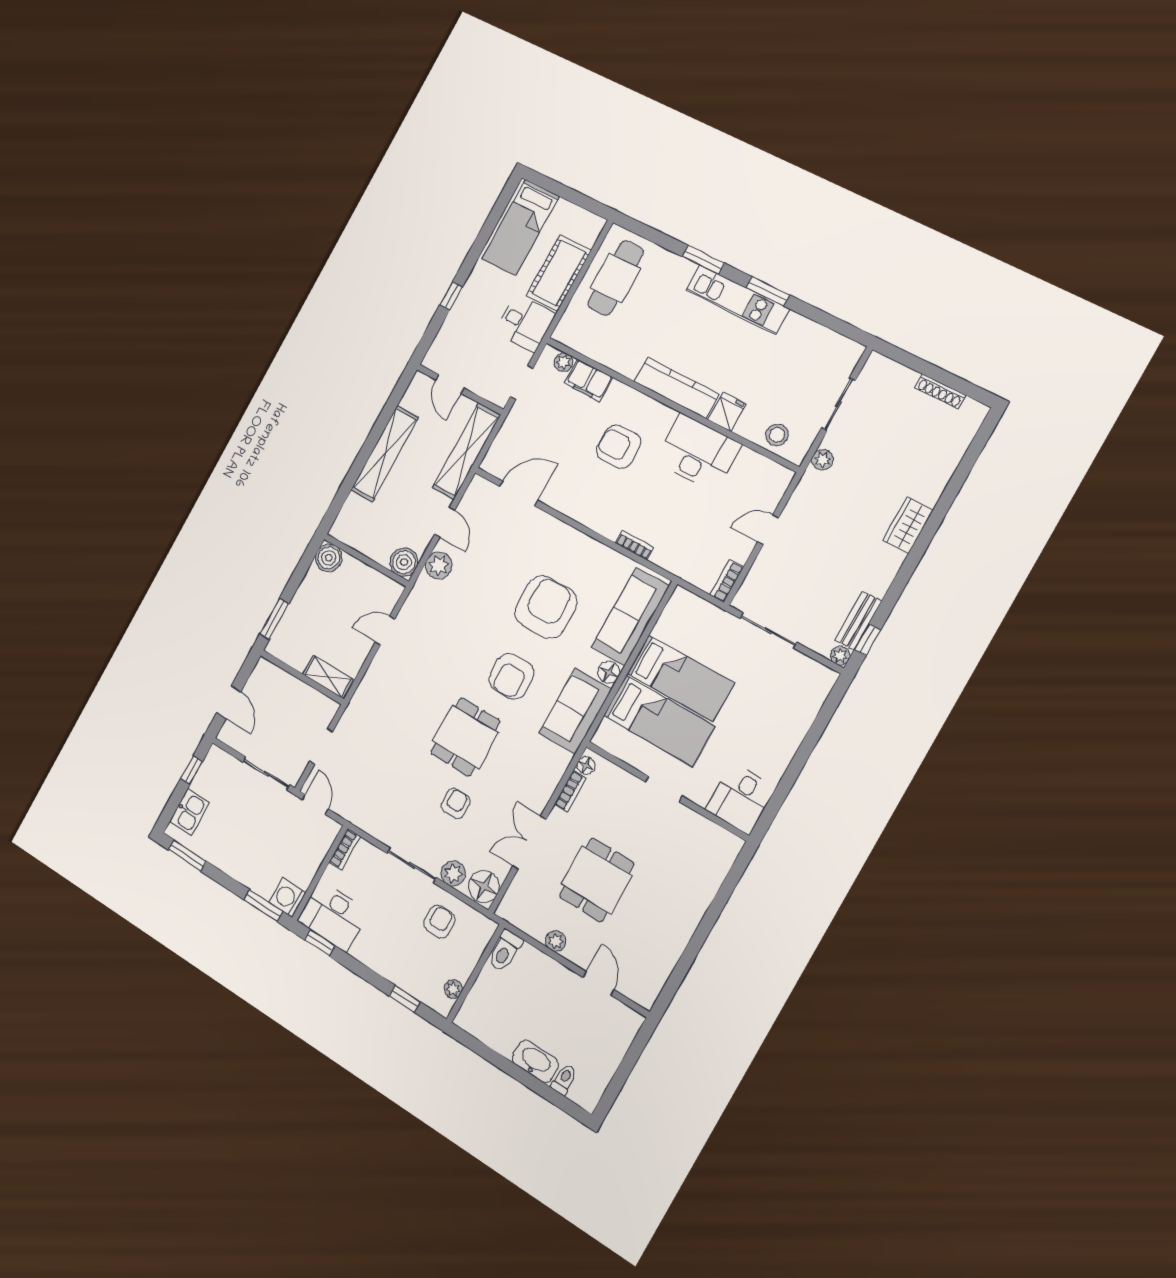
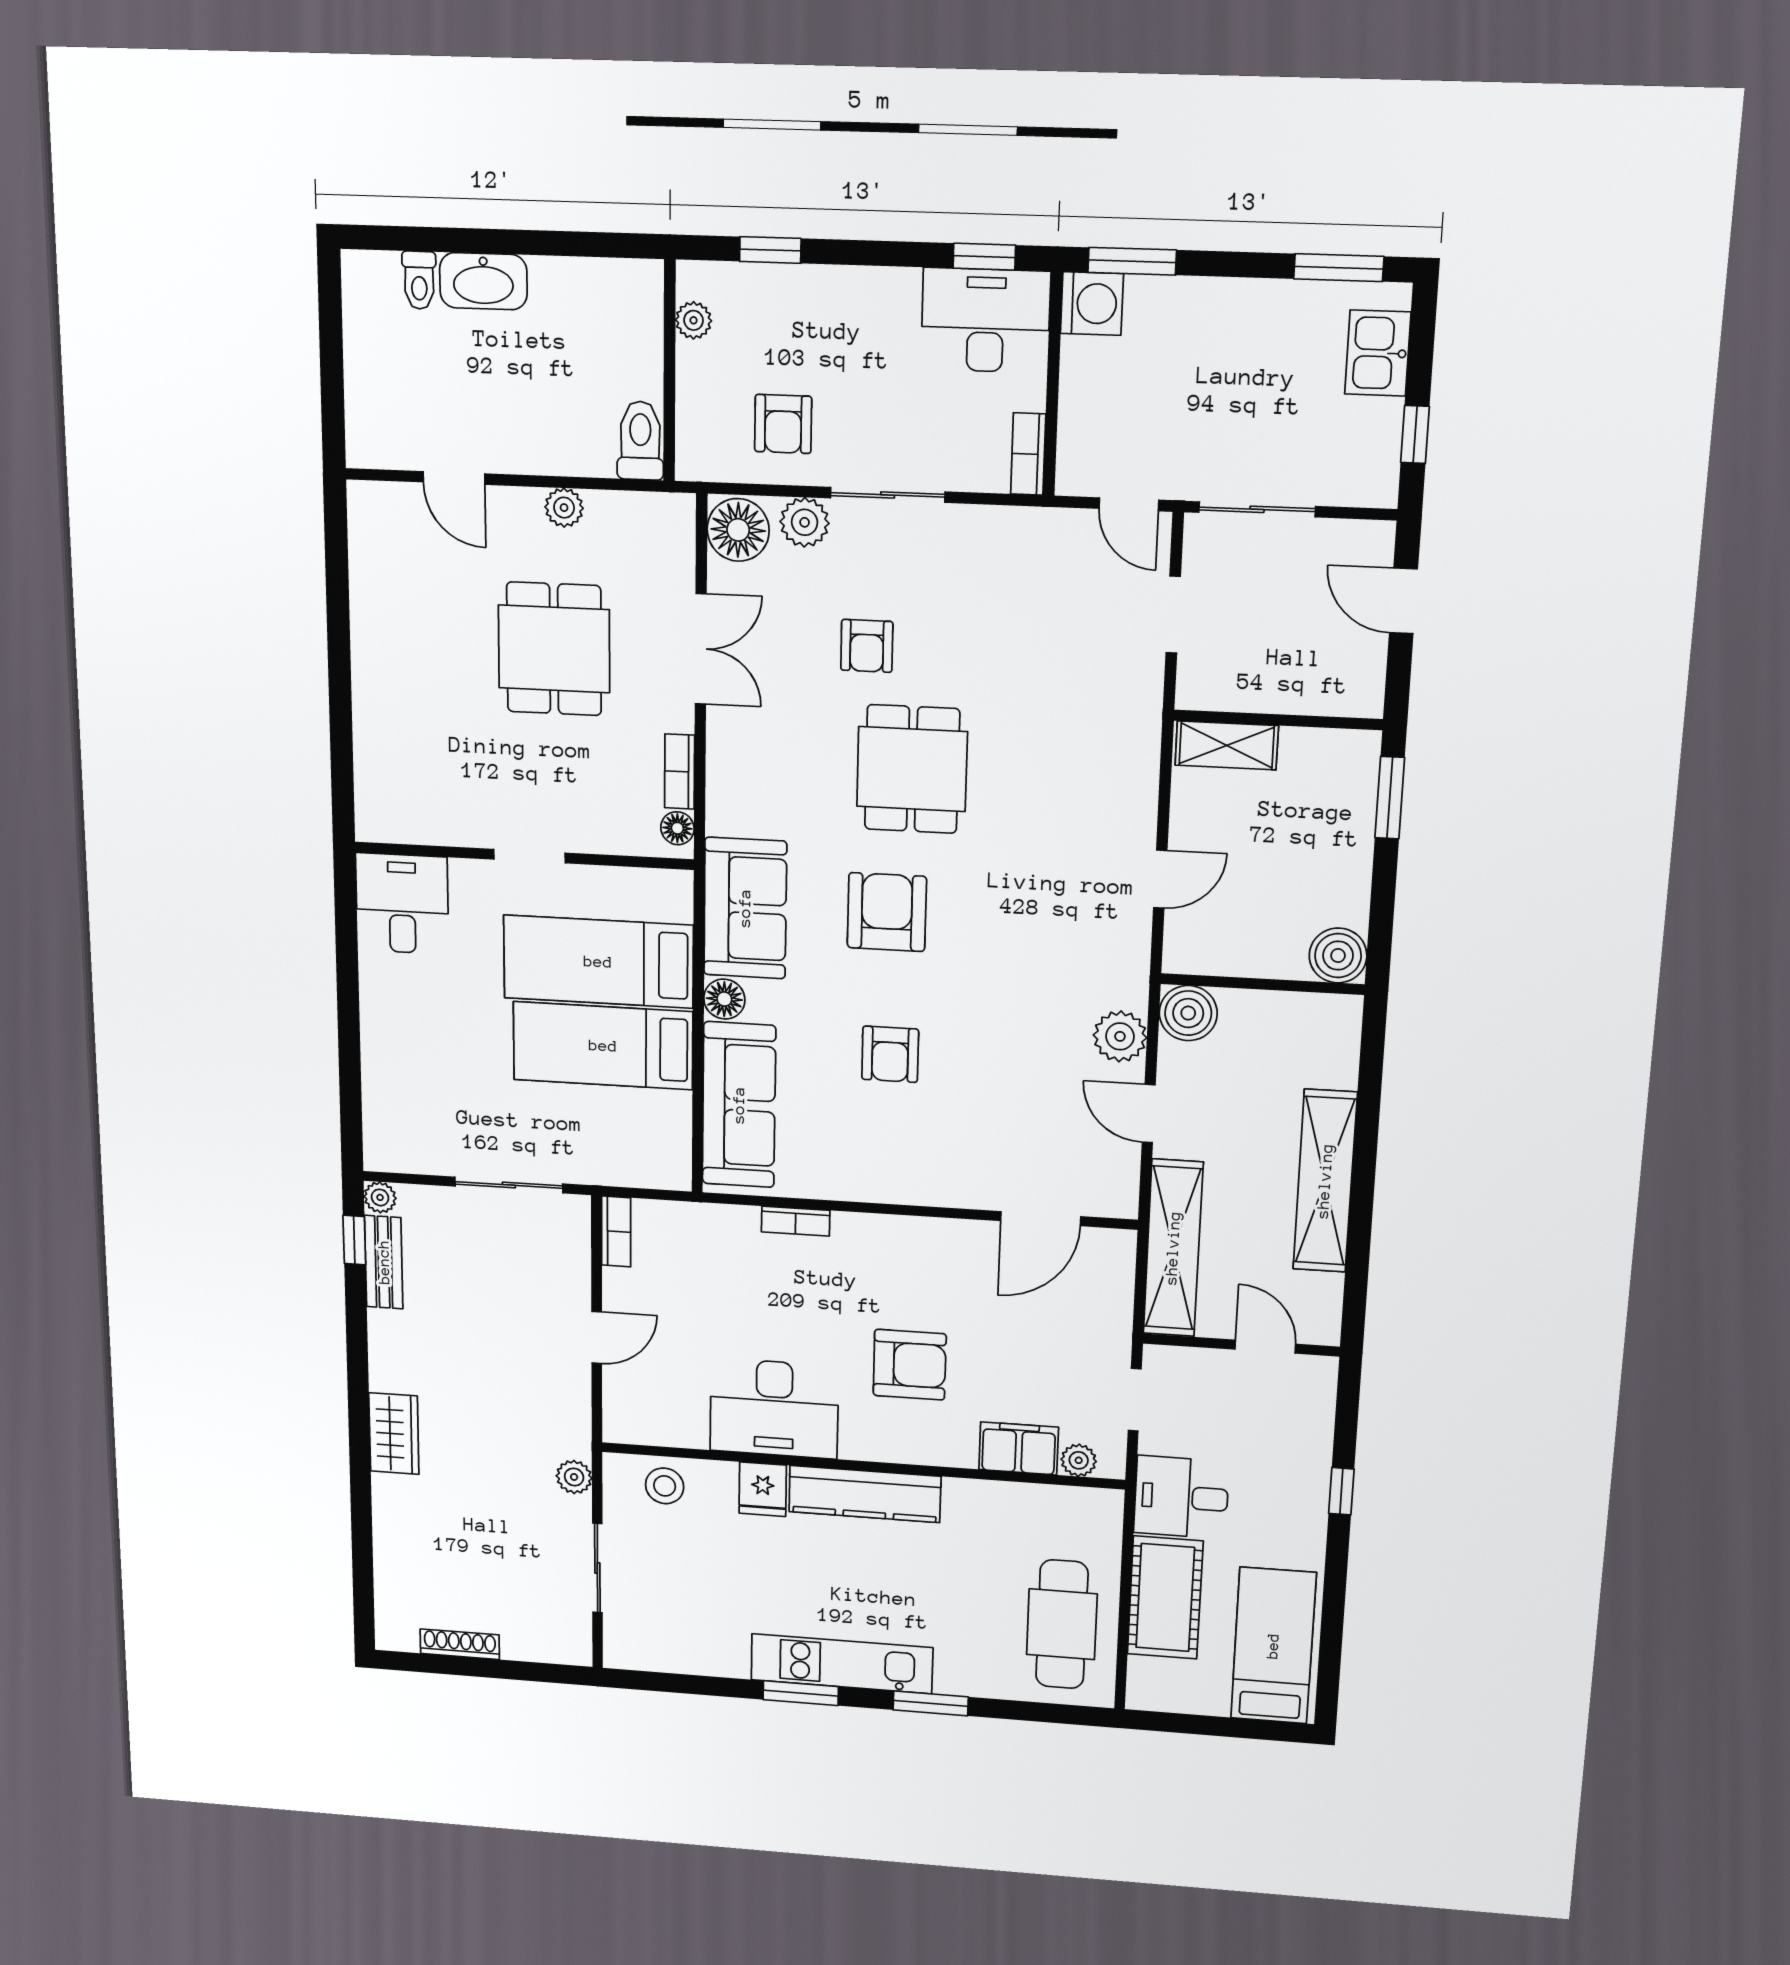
armchair: (546, 607) -> (890, 1054), width x0.53, depth x0.53

